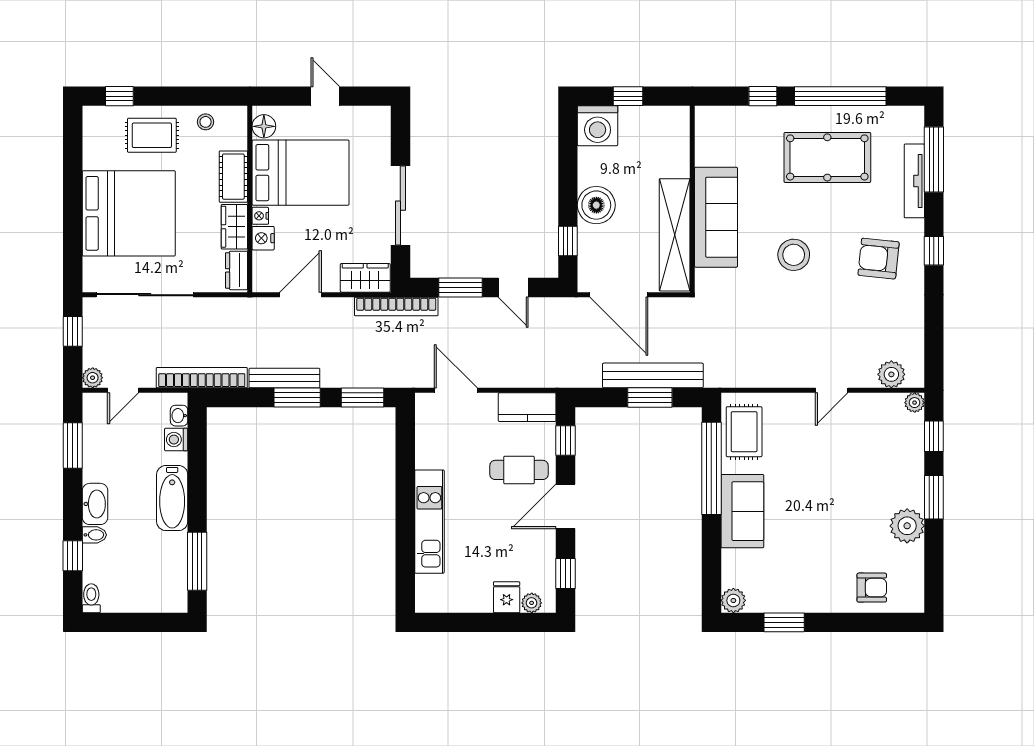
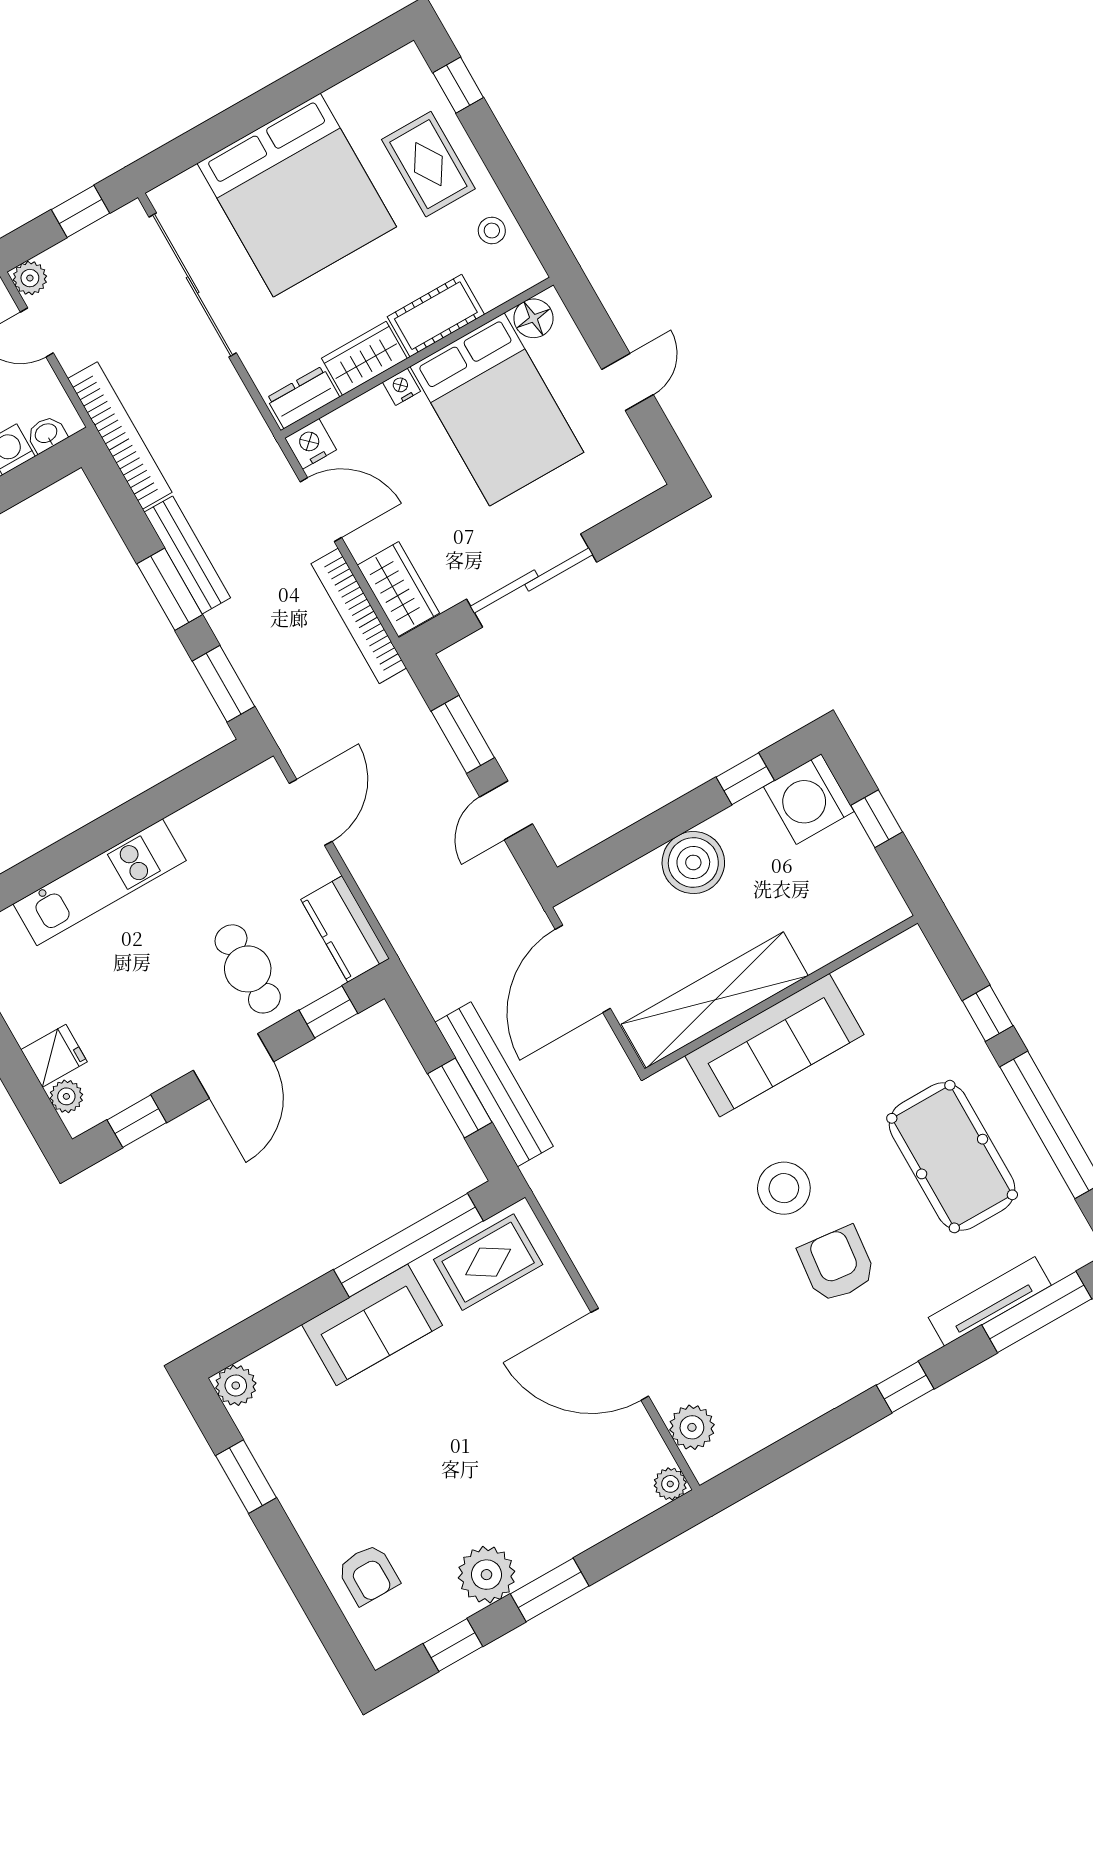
nightstand: (263, 238) -> (311, 444), moved
window: (568, 241) -> (745, 779), moved
armchair: (879, 259) -> (837, 1264), moved
bookcase: (396, 307) -> (359, 616), moved
door: (832, 390) -> (620, 1354), width x1.88
window: (934, 436) -> (453, 1645), moved
door: (566, 506) -> (233, 1066), swing flipped

